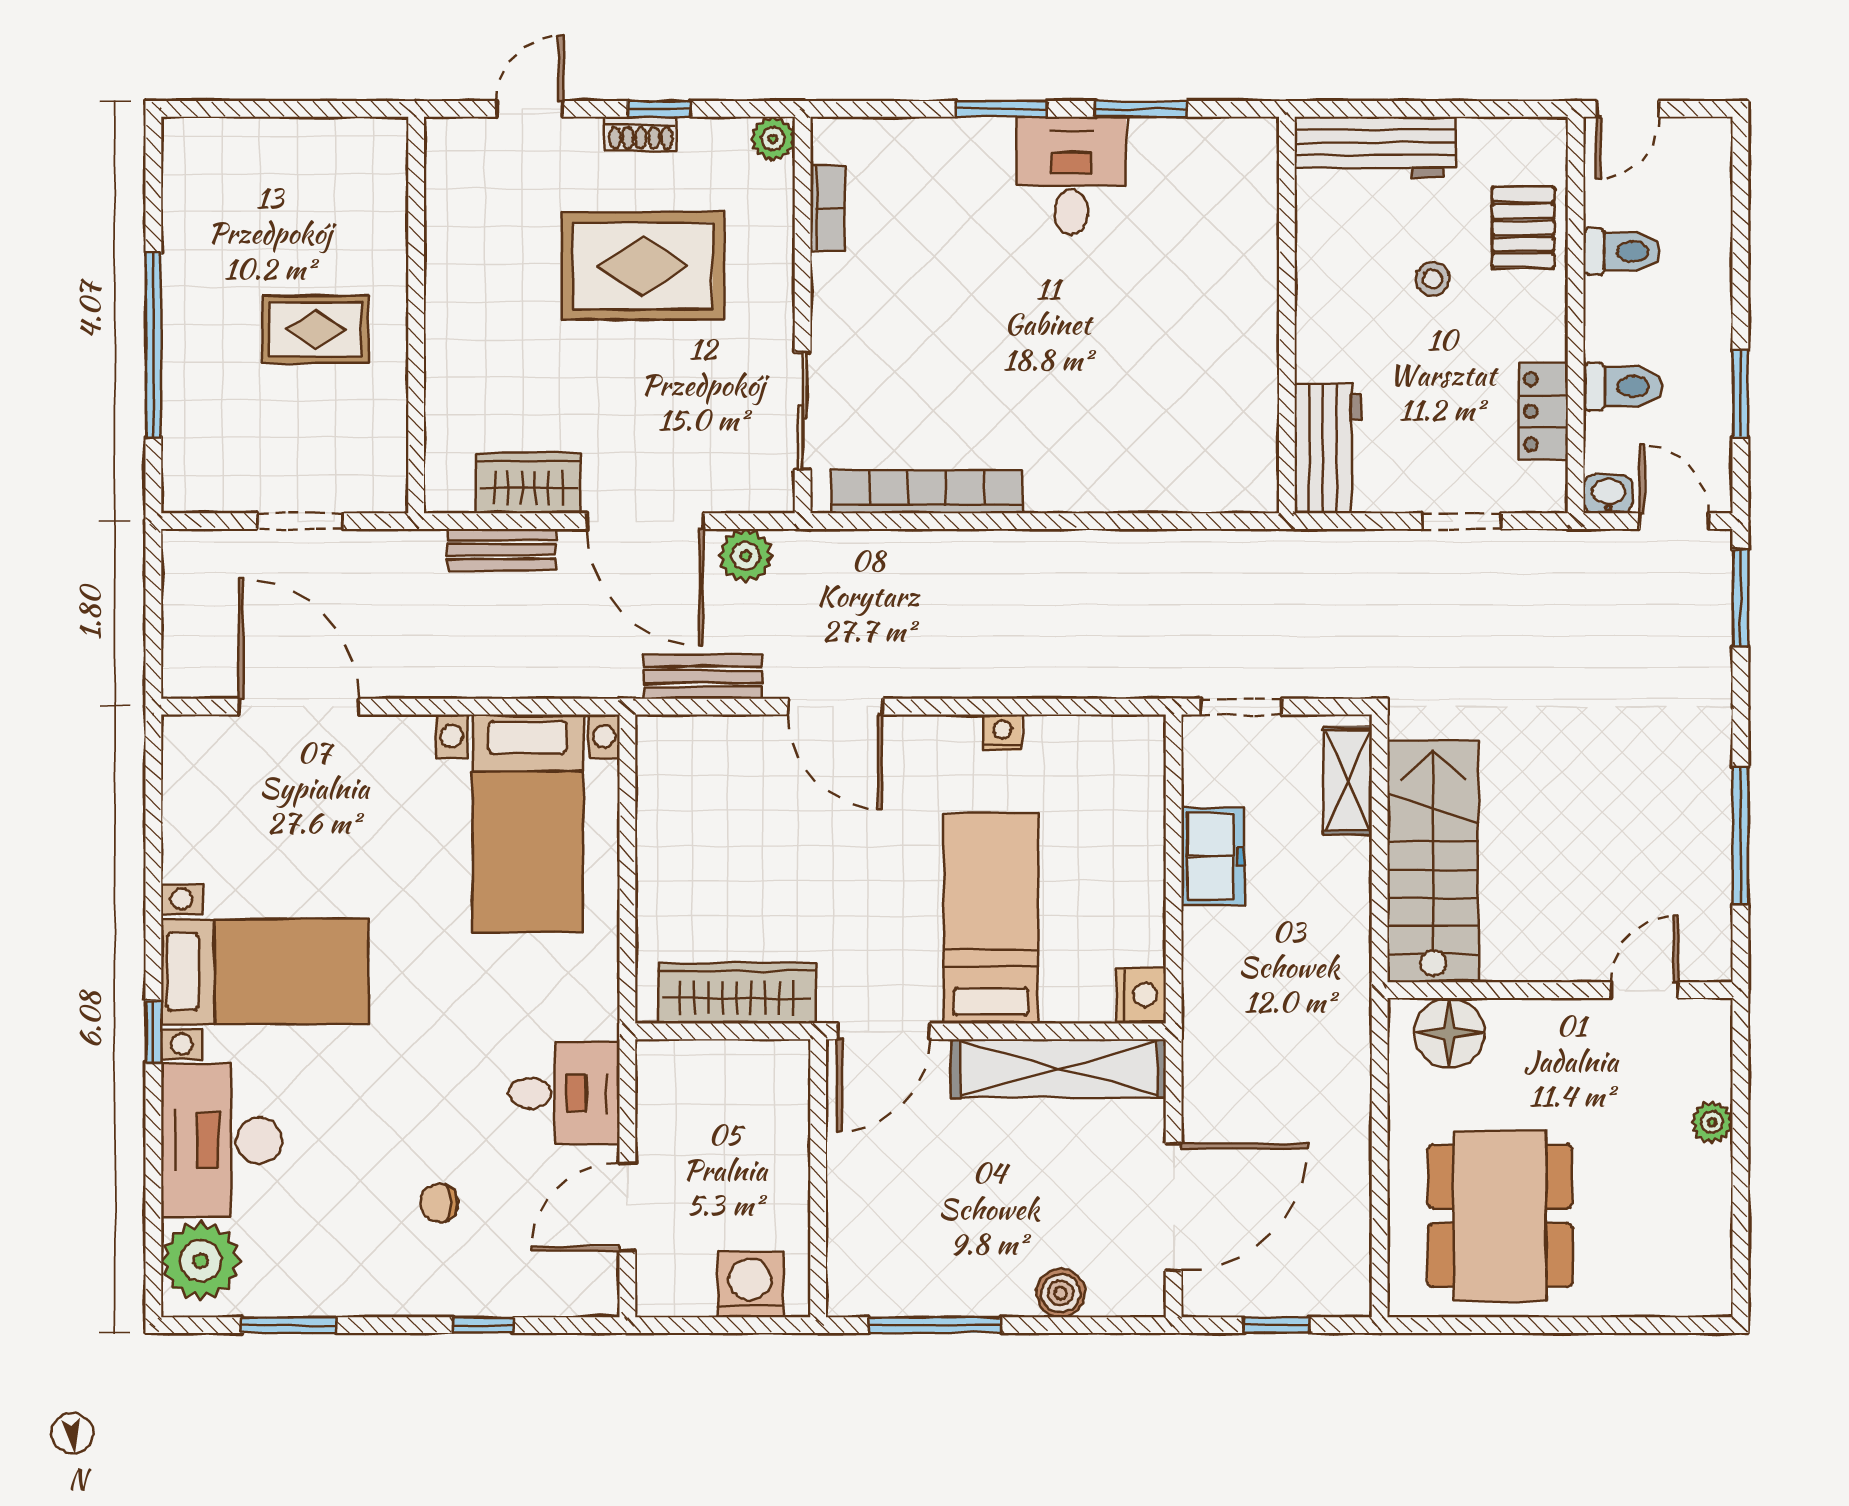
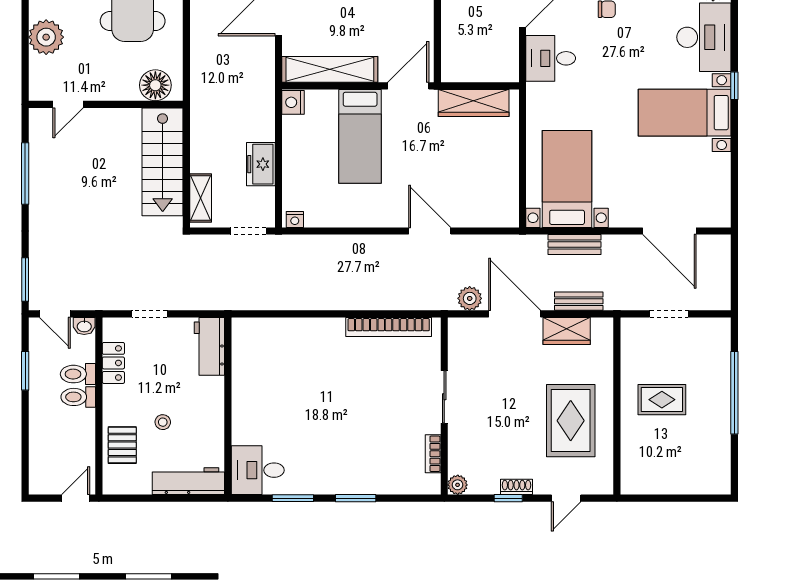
desk: (1071, 176) -> (258, 470), moved, turned 90
toilet: (1622, 252) -> (78, 397), moved
rug: (643, 266) -> (571, 421), moved, turned 90
sliding door: (803, 411) -> (444, 397), moved
bench: (703, 676) -> (575, 244), moved
nightstand: (1002, 732) -> (295, 219), moved
plant: (1712, 1122) -> (46, 37), width x1.87, depth x1.87

